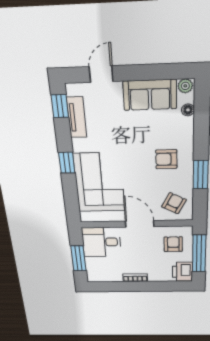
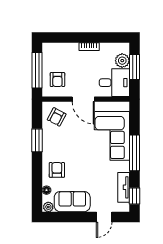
armchair: (166, 159) -> (57, 170), moved, turned -90
window: (67, 163) -> (134, 153), width x2.17
plant: (94, 265) -> (122, 61), added
printer: (182, 272) -> (50, 52), removed

